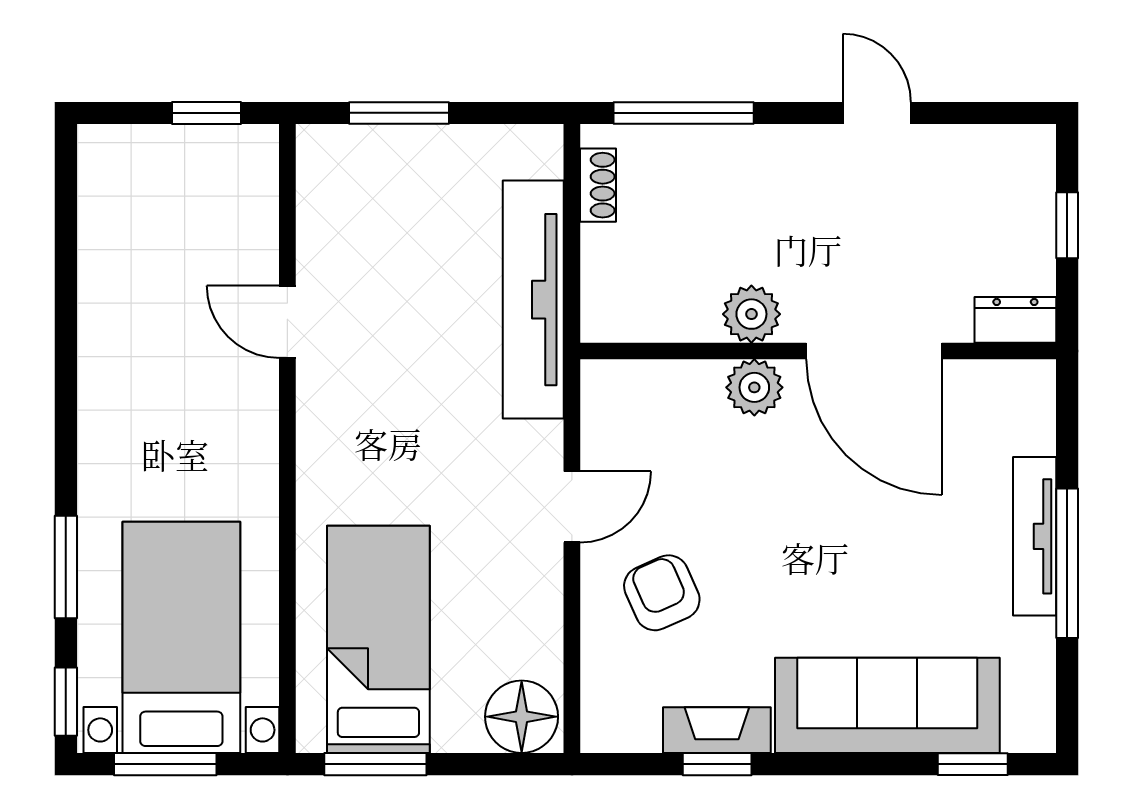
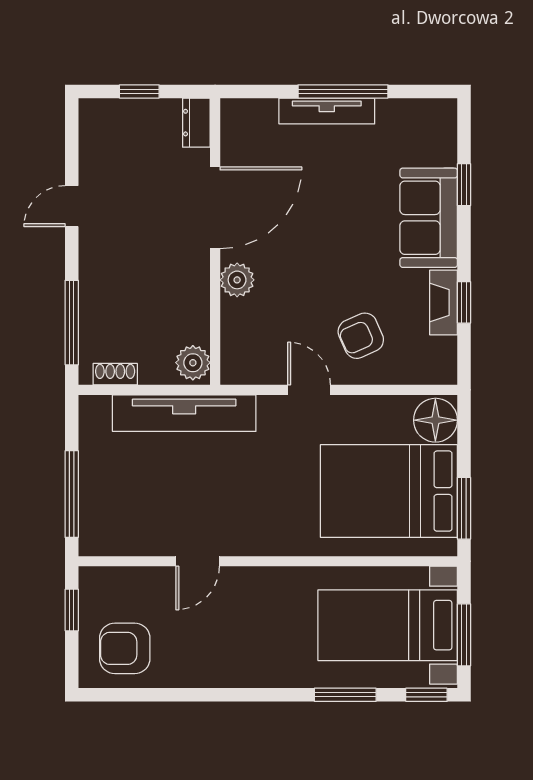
window: (399, 113) -> (72, 494), width x1.44
armchair: (143, 201) -> (125, 648), added
plant: (751, 314) -> (193, 363), moved
bed: (378, 639) -> (389, 491), width x1.50
sofa: (887, 705) -> (429, 218), width x0.73
window: (973, 764) -> (464, 185), moved

